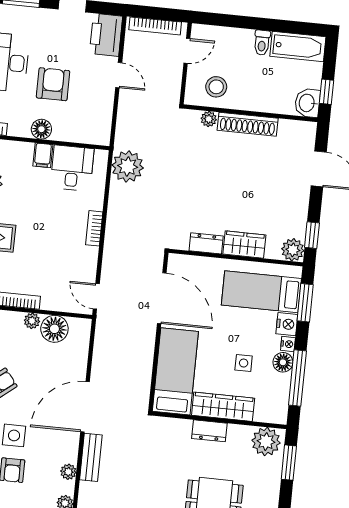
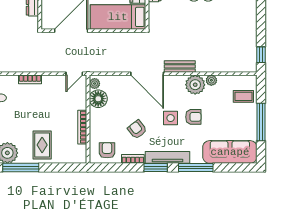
plant: (32, 321) -> (95, 84), moved
plant: (68, 472) -> (195, 85), width x1.87, depth x1.87

